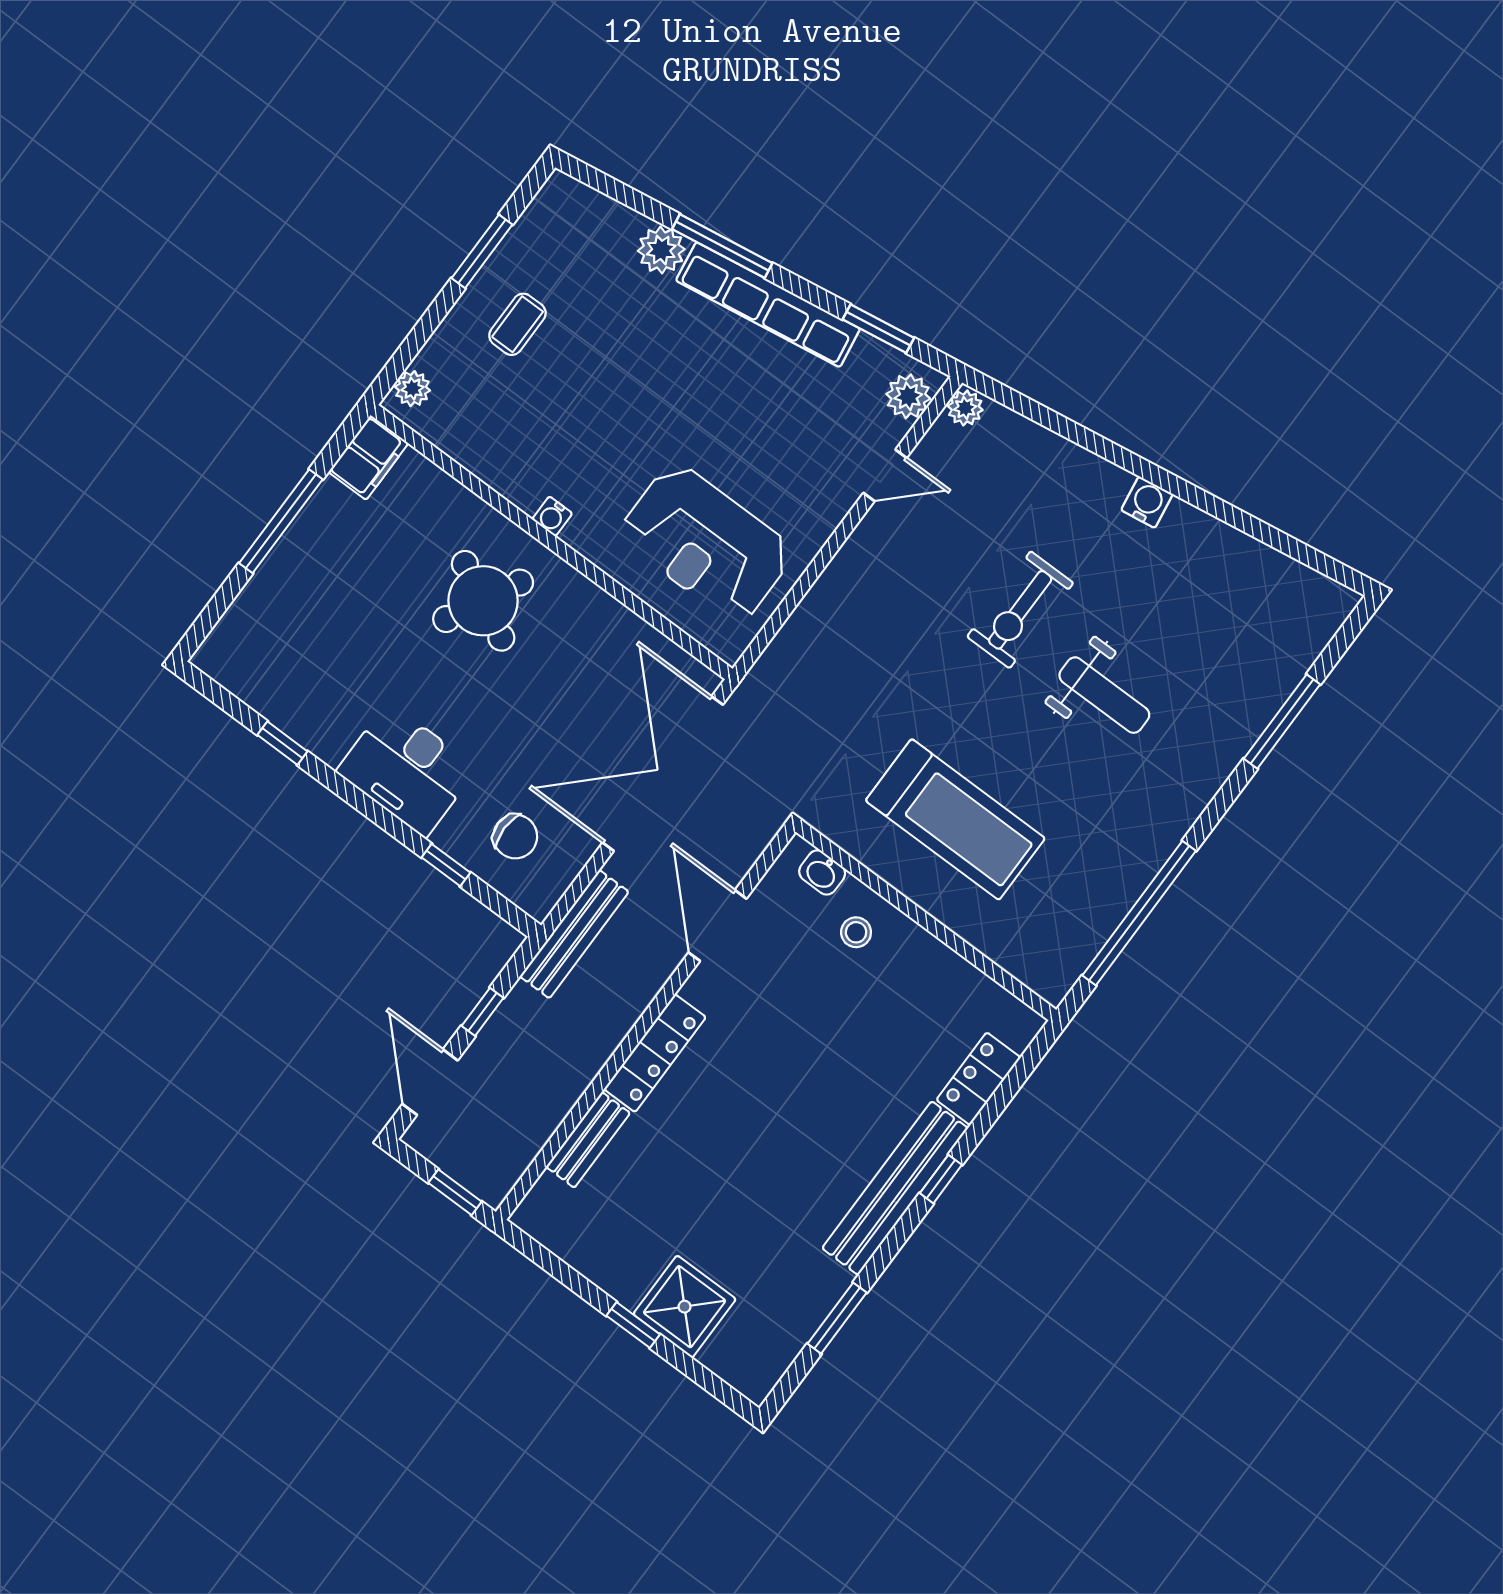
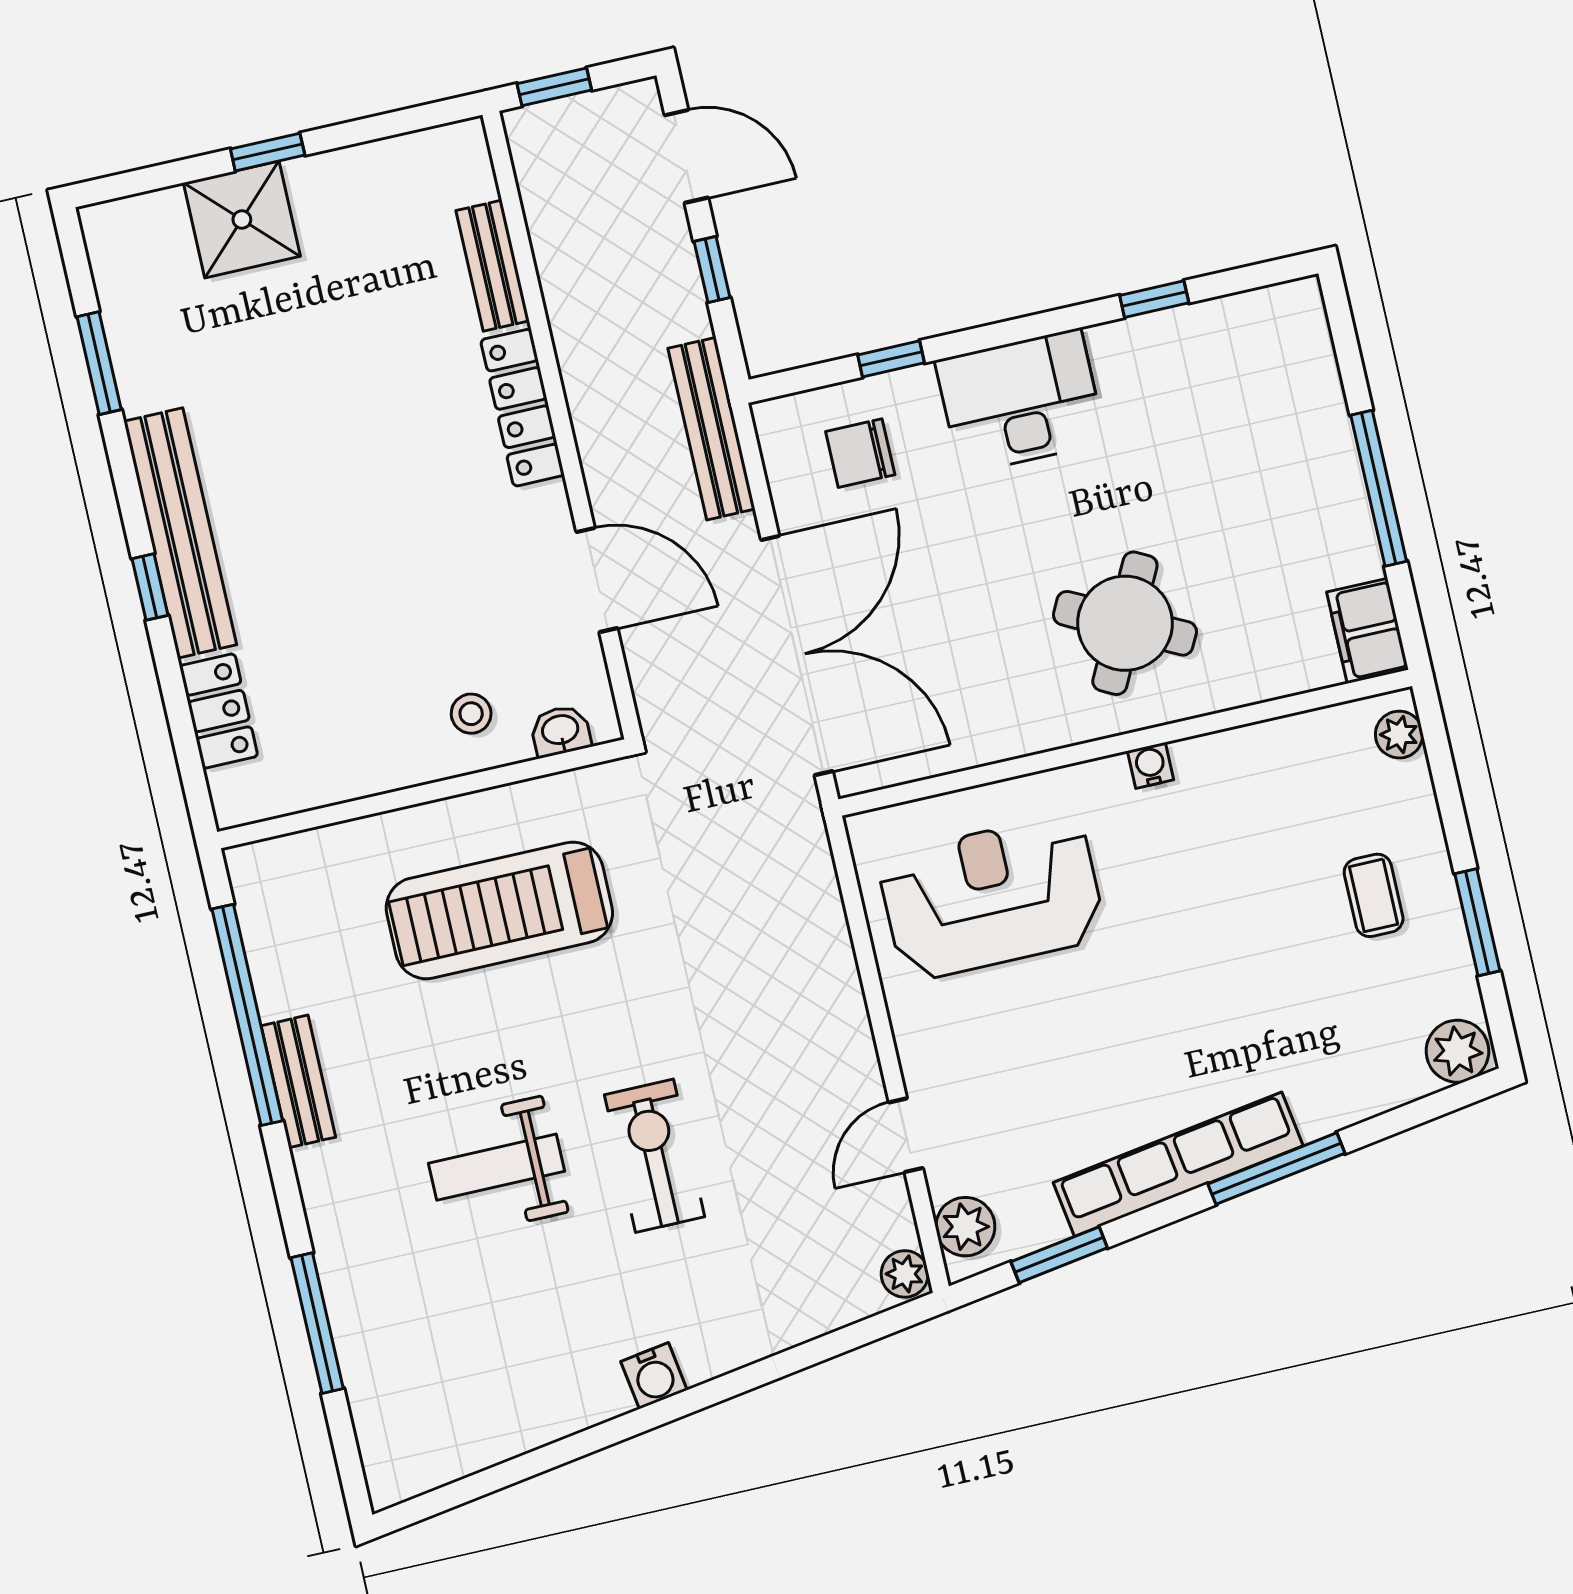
plant: (661, 250) -> (1457, 1051), moved
bench: (1152, 851) -> (298, 1081), added

